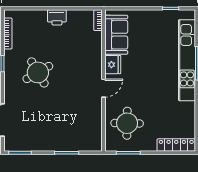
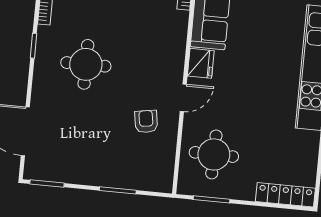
round table: (38, 72) -> (86, 64), turned 30
armchair: (81, 106) -> (146, 122), added

